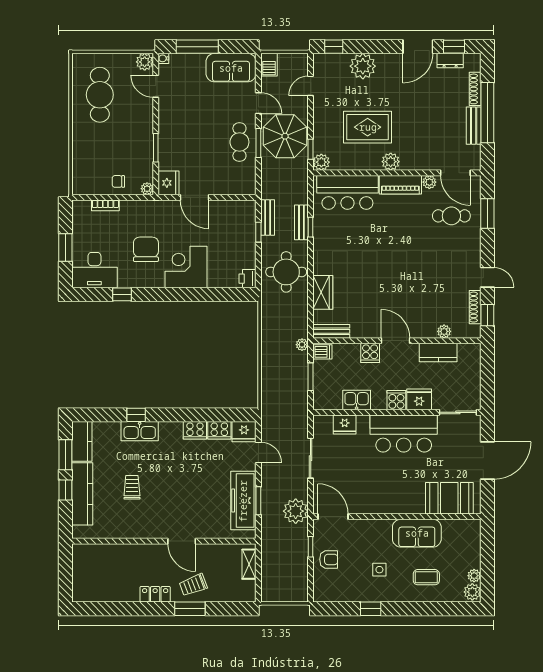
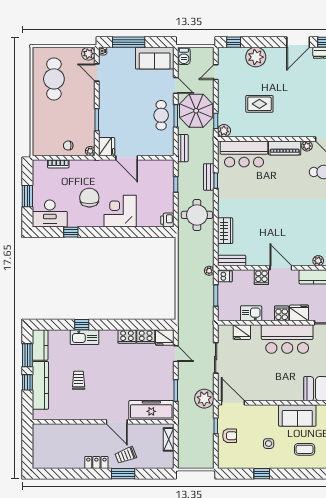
rug: (368, 127) -> (259, 104), width x0.73, depth x0.70
plant: (391, 162) -> (277, 130), removed
bench: (268, 217) -> (183, 148), moved
freezer: (243, 501) -> (151, 410), moved, turned 90

